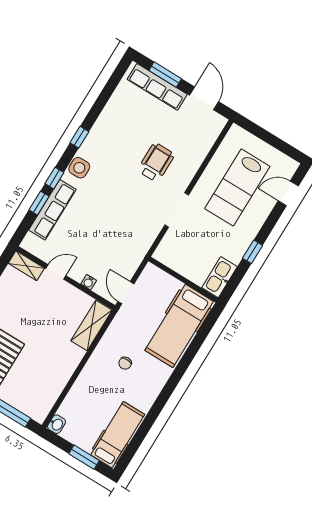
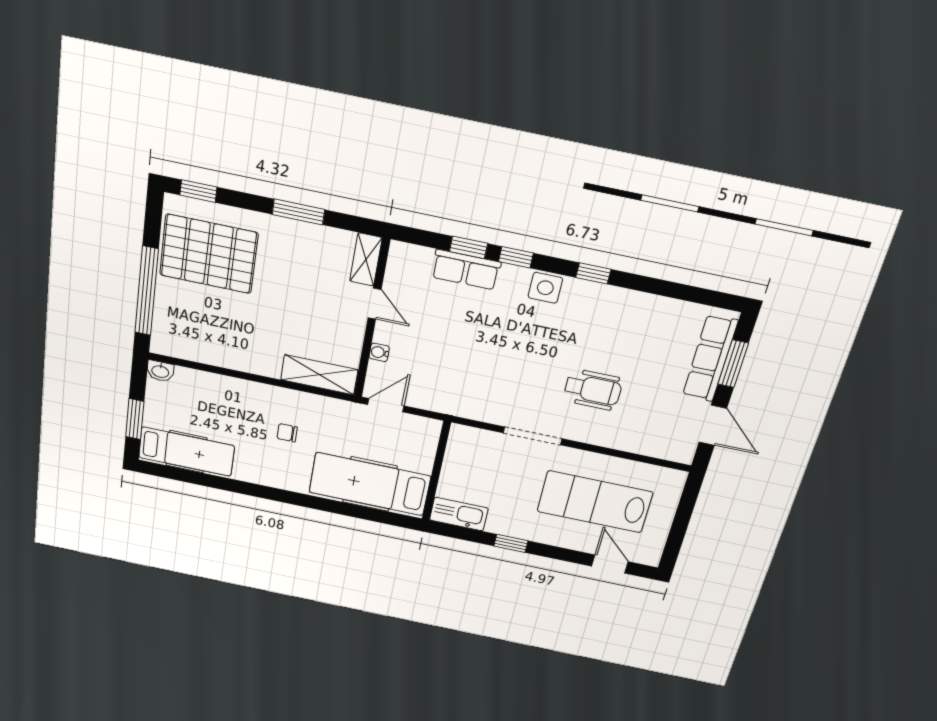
door: (204, 98) -> (713, 425), hinge flipped
row of seats: (52, 210) -> (466, 270), width x0.68

